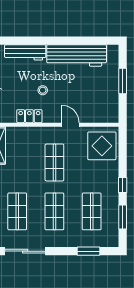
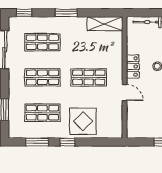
locker: (29, 116) -> (133, 67), moved
door: (70, 125) -> (125, 93), hinge flipped
display table: (102, 146) -> (83, 121), moved

